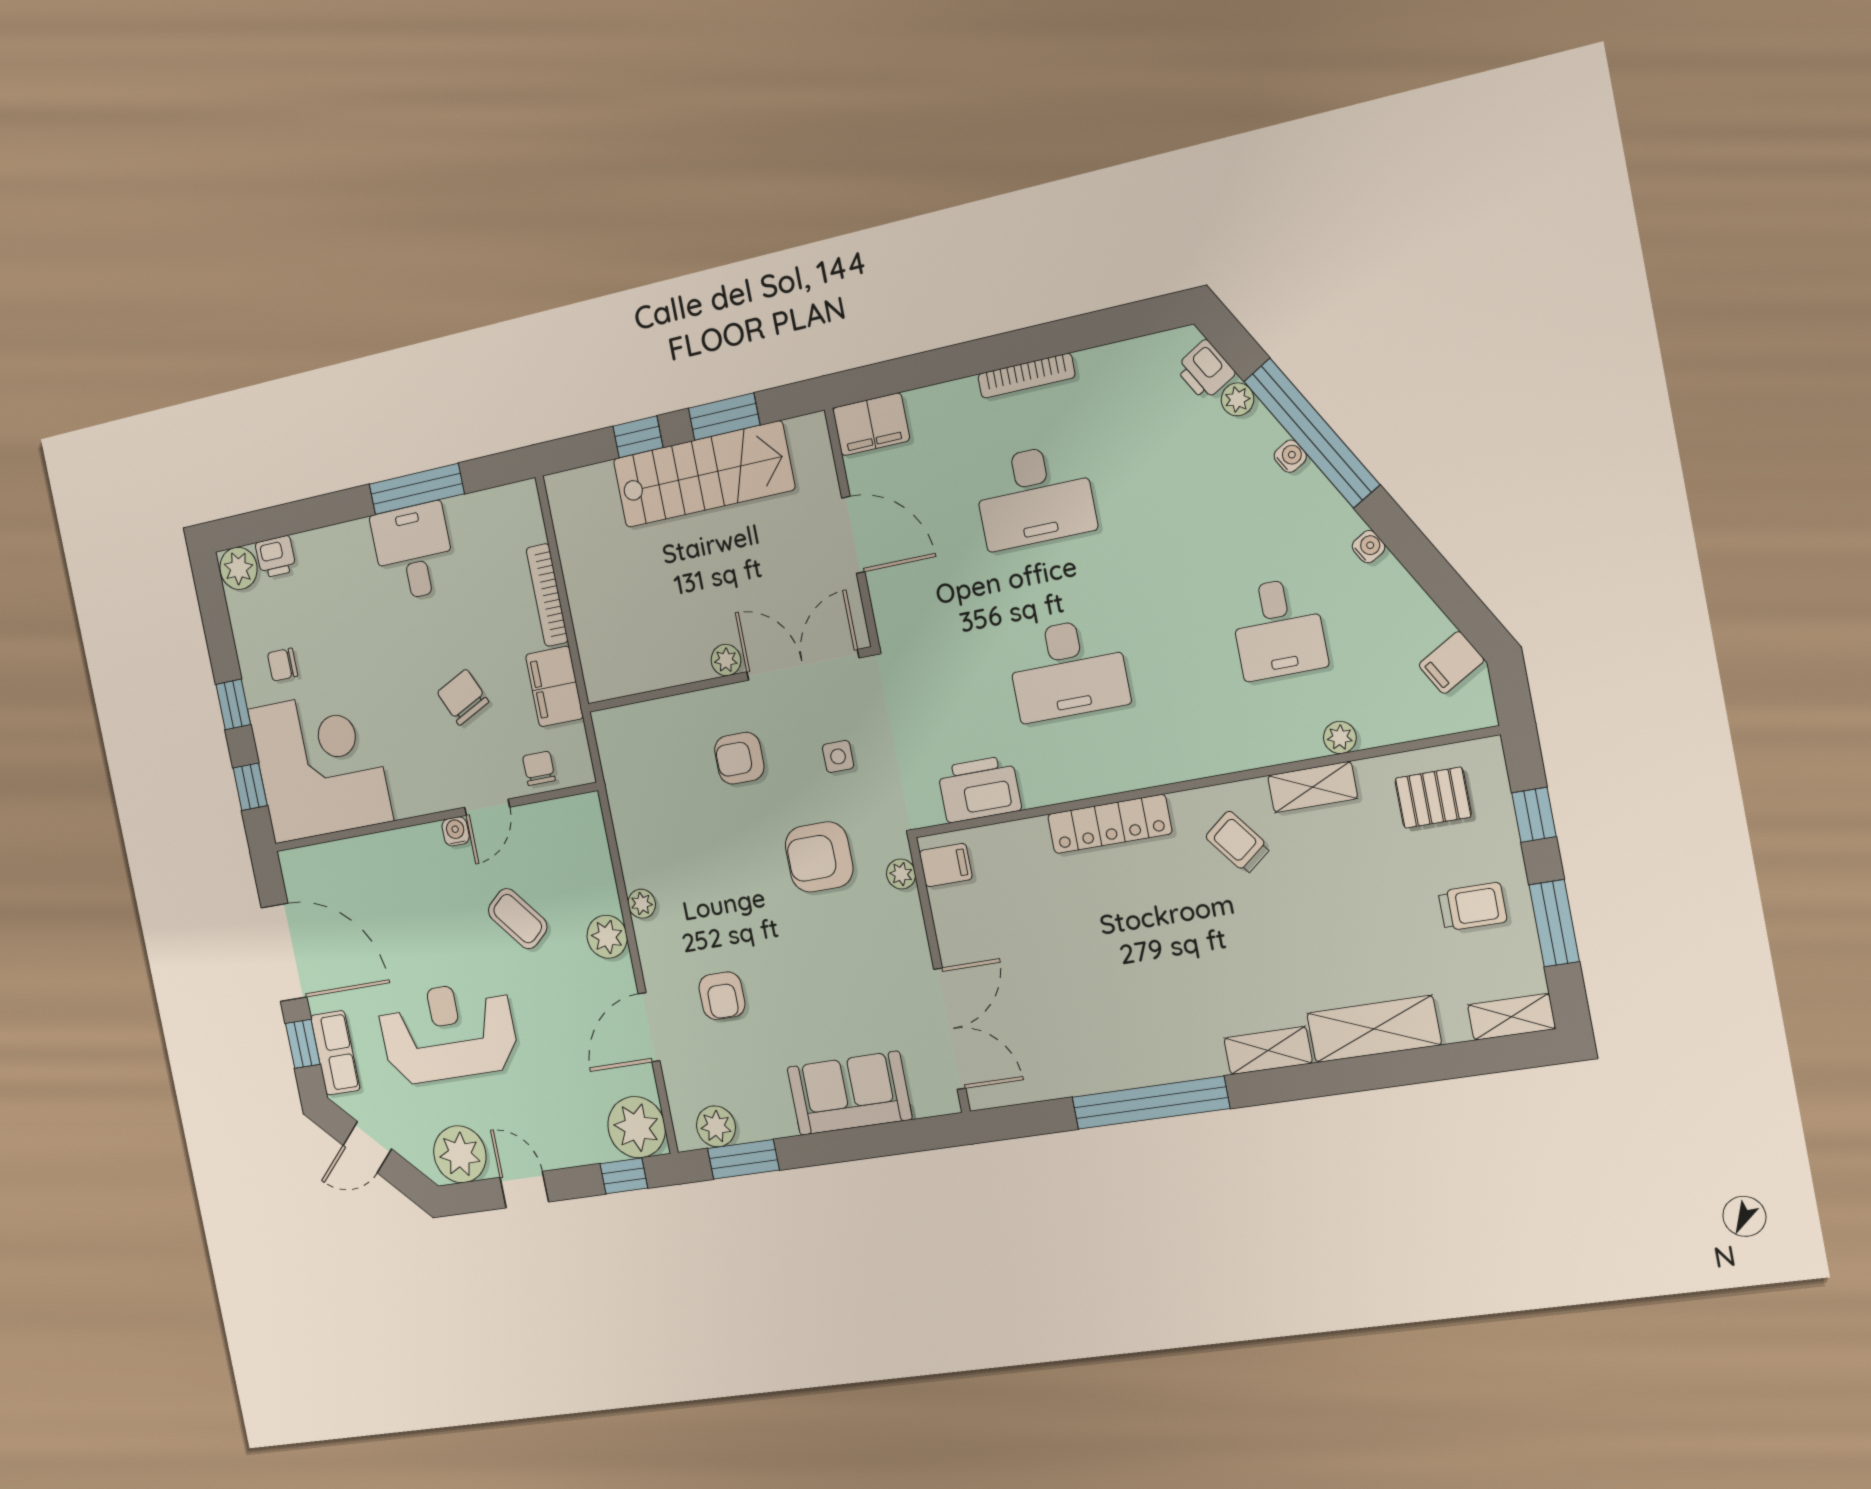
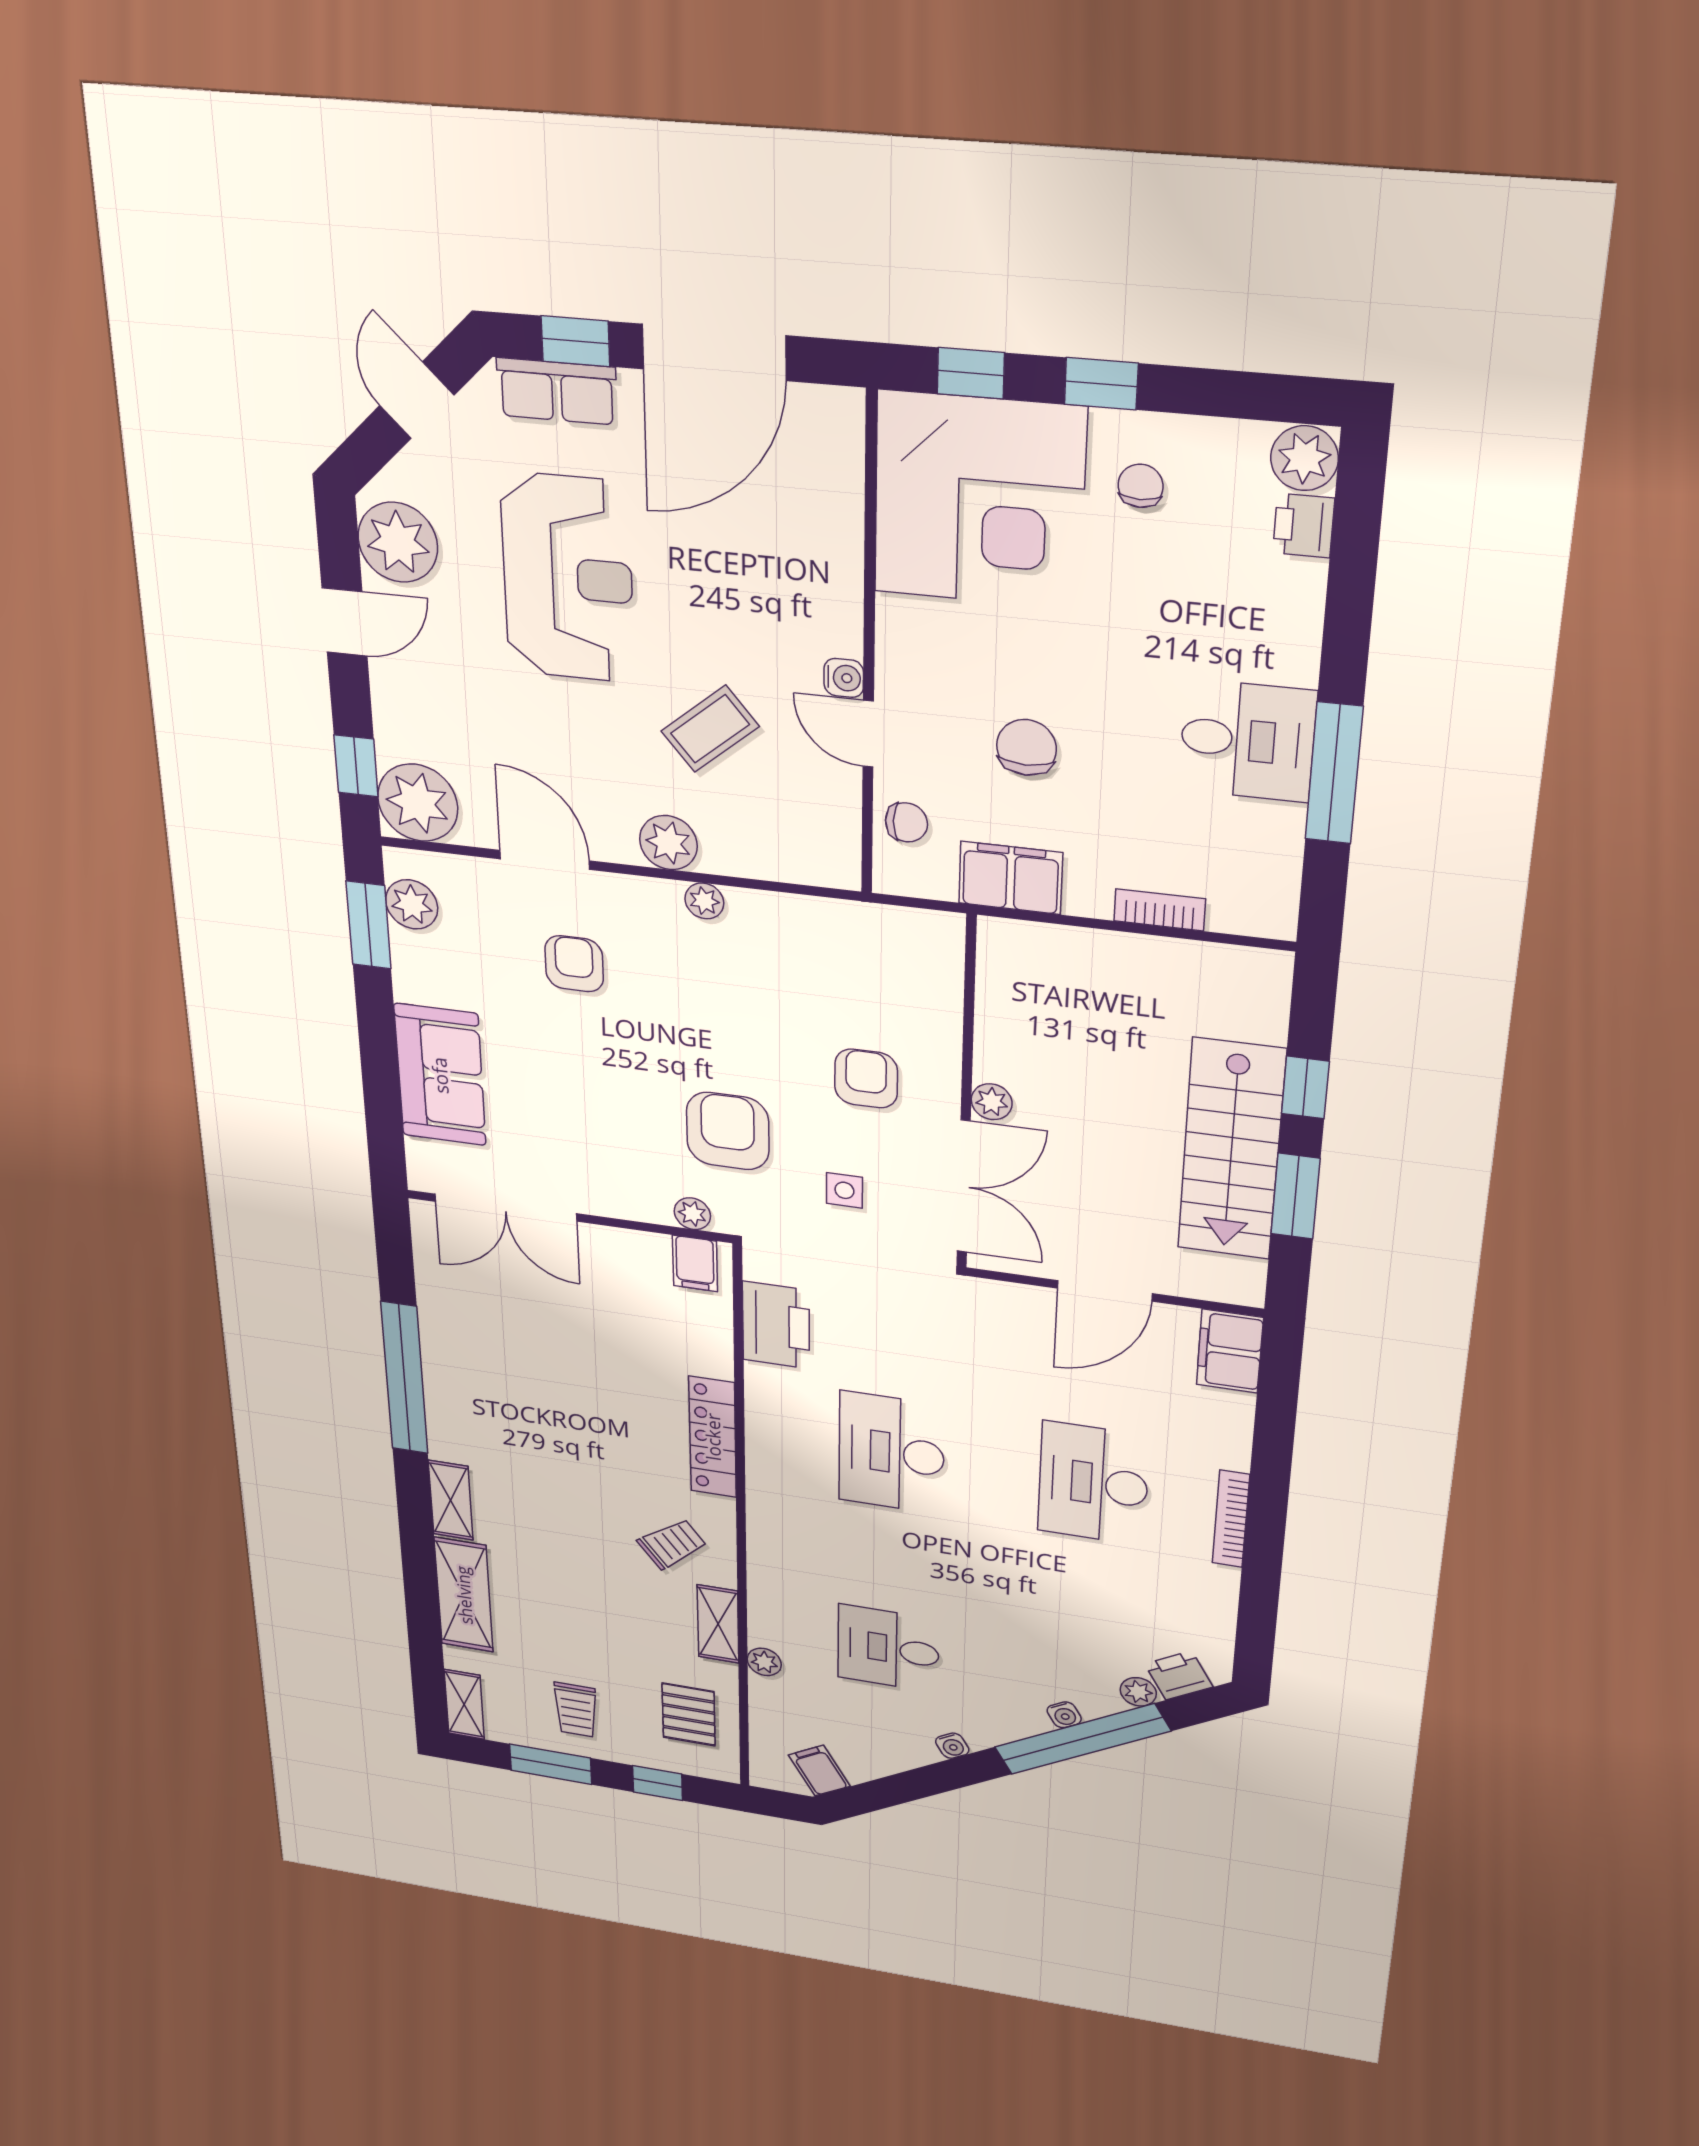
bookcase: (547, 595) -> (1160, 910), width x0.64
chair: (463, 697) -> (1026, 747), turned -65
armchair: (722, 996) -> (574, 964), turned 90

